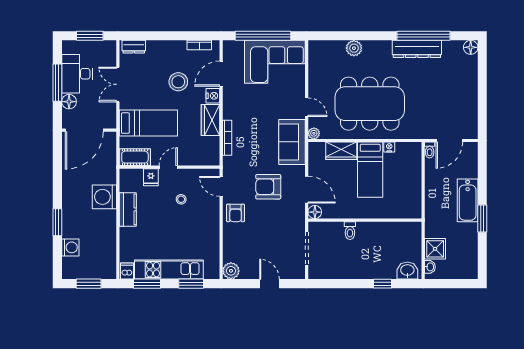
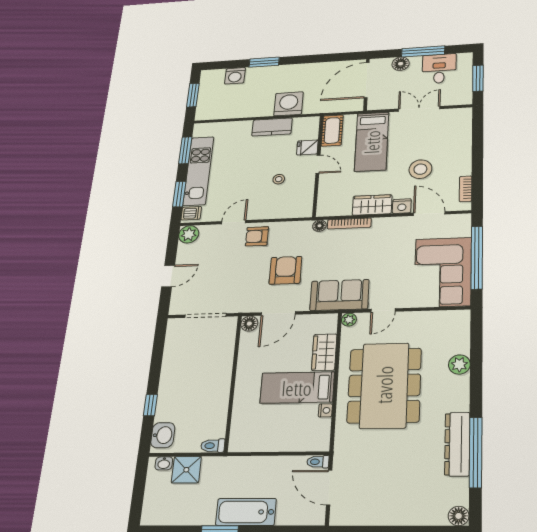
dresser: (134, 47) -> (464, 122), removed
desk: (77, 74) -> (439, 69), width x0.73
door: (84, 130) -> (367, 80), hinge flipped
floor lamp: (228, 162) -> (319, 226), added
door: (221, 186) -> (234, 222), moved
toilet: (350, 231) -> (213, 446), moved
dishwasher: (127, 271) -> (191, 213), moved

